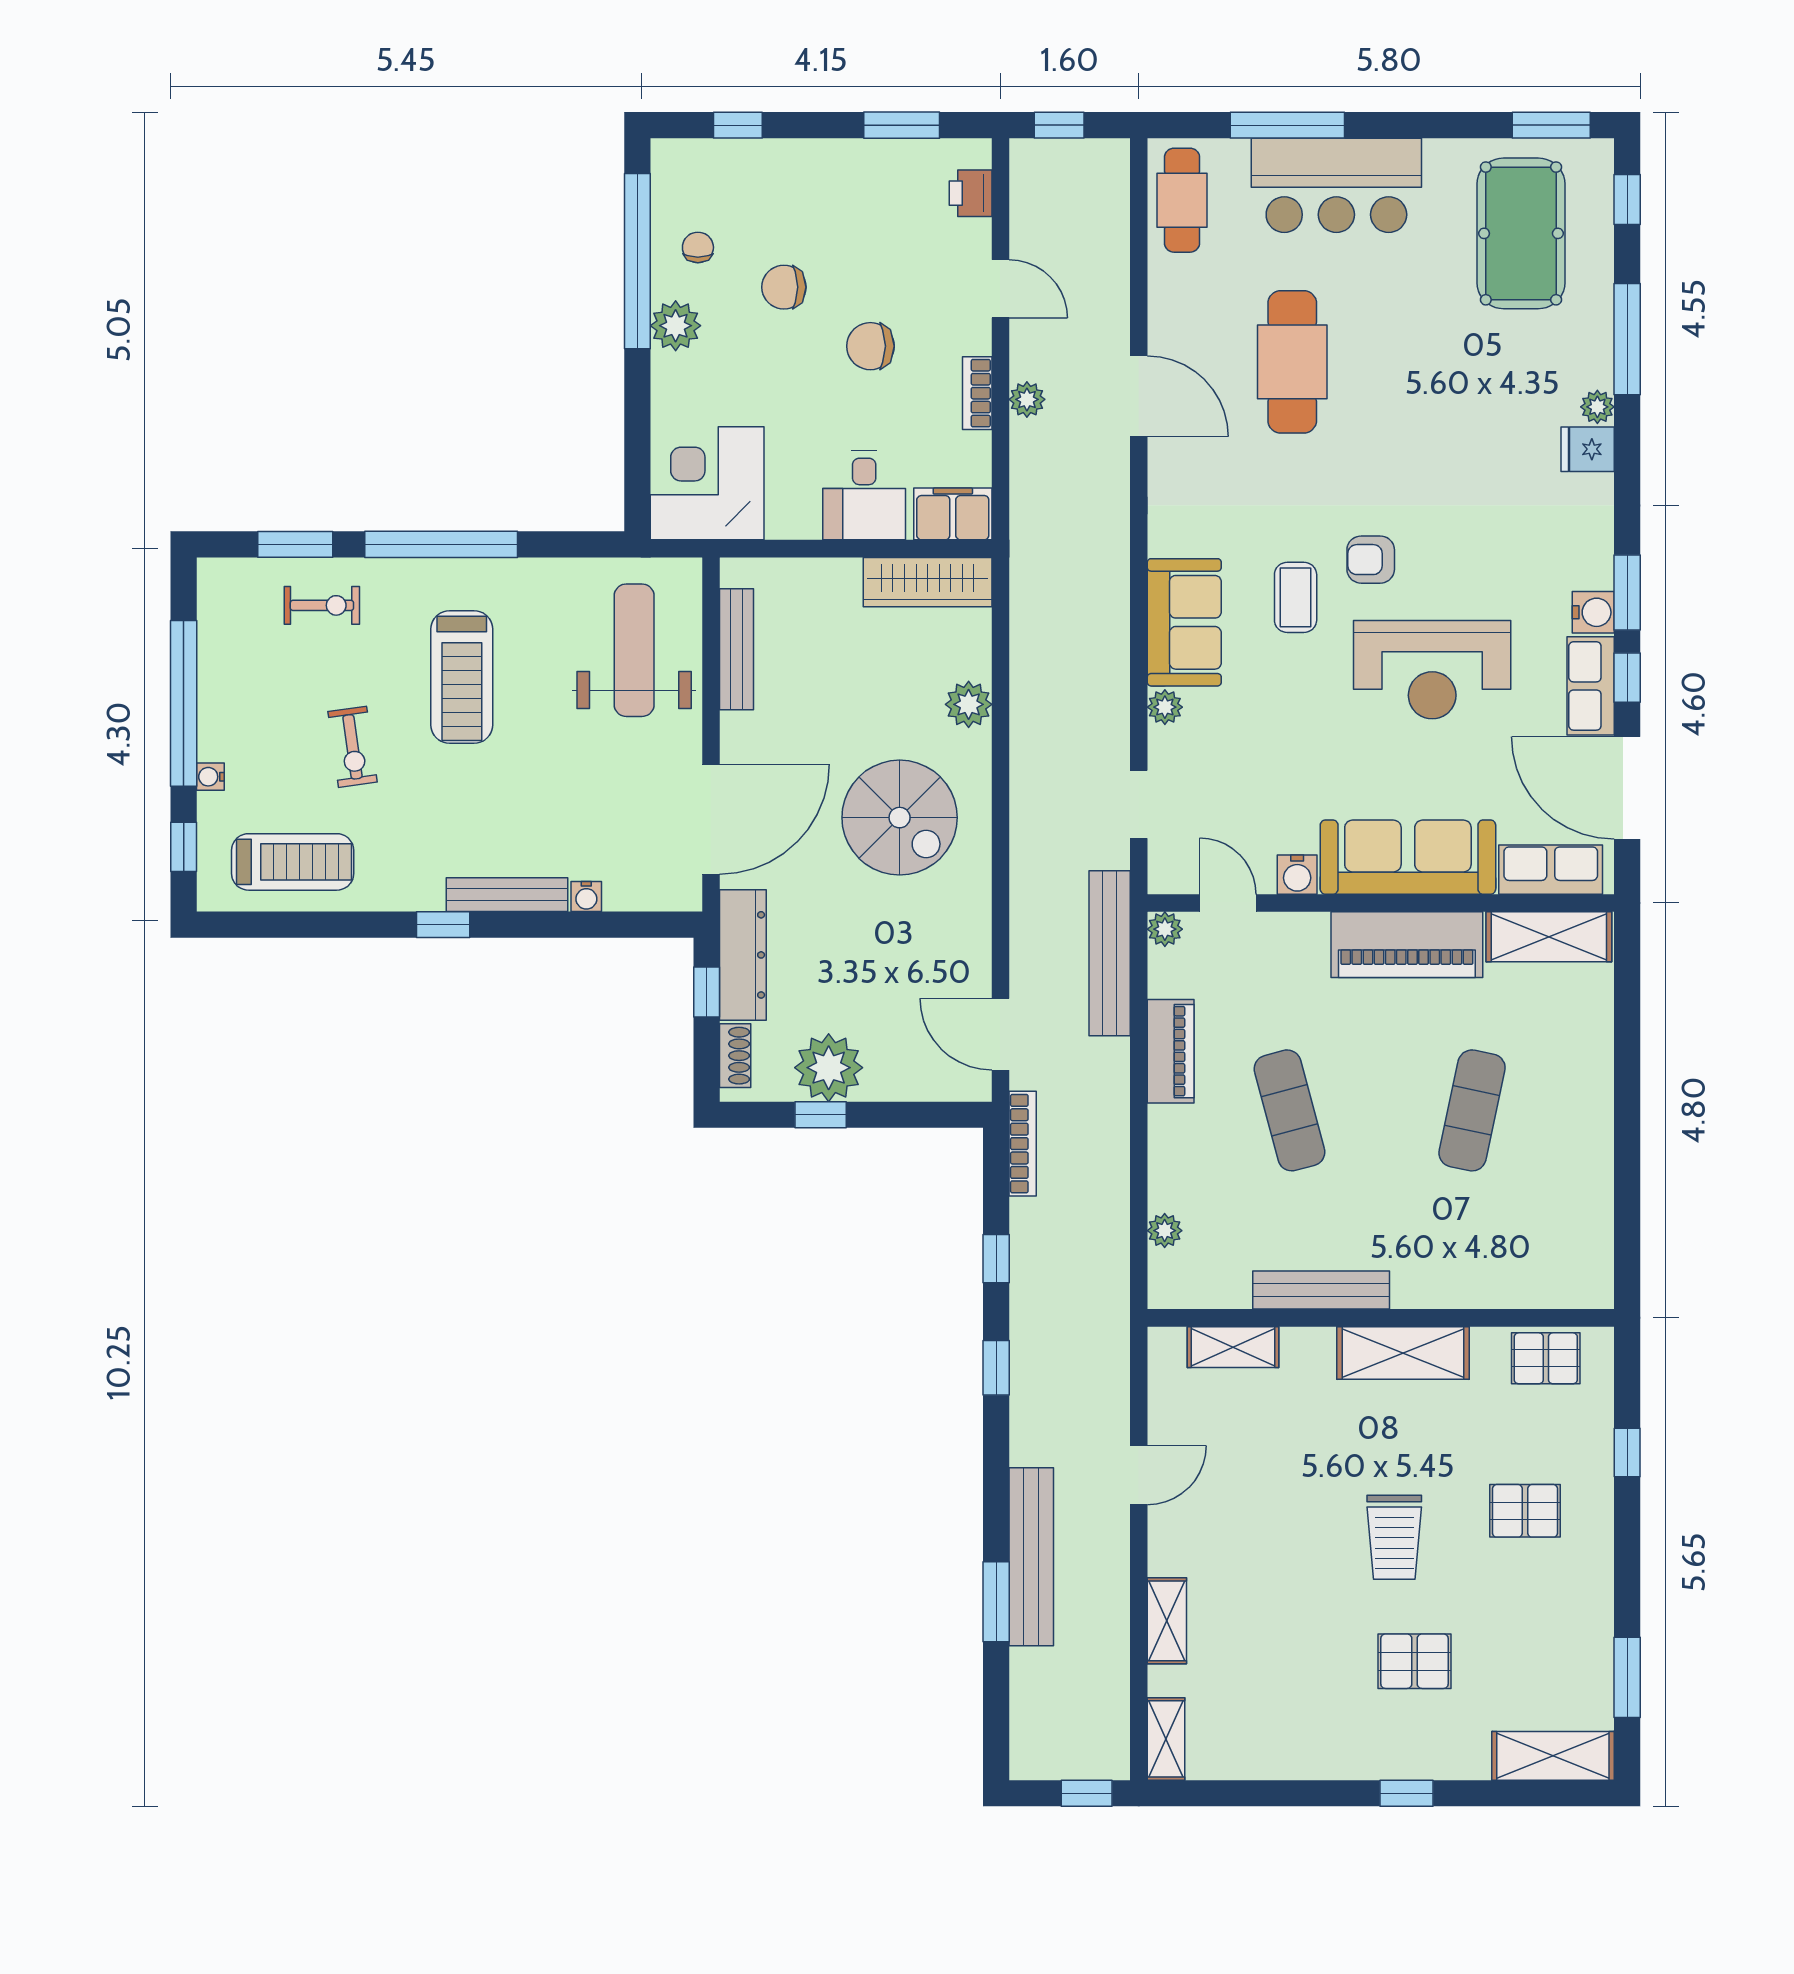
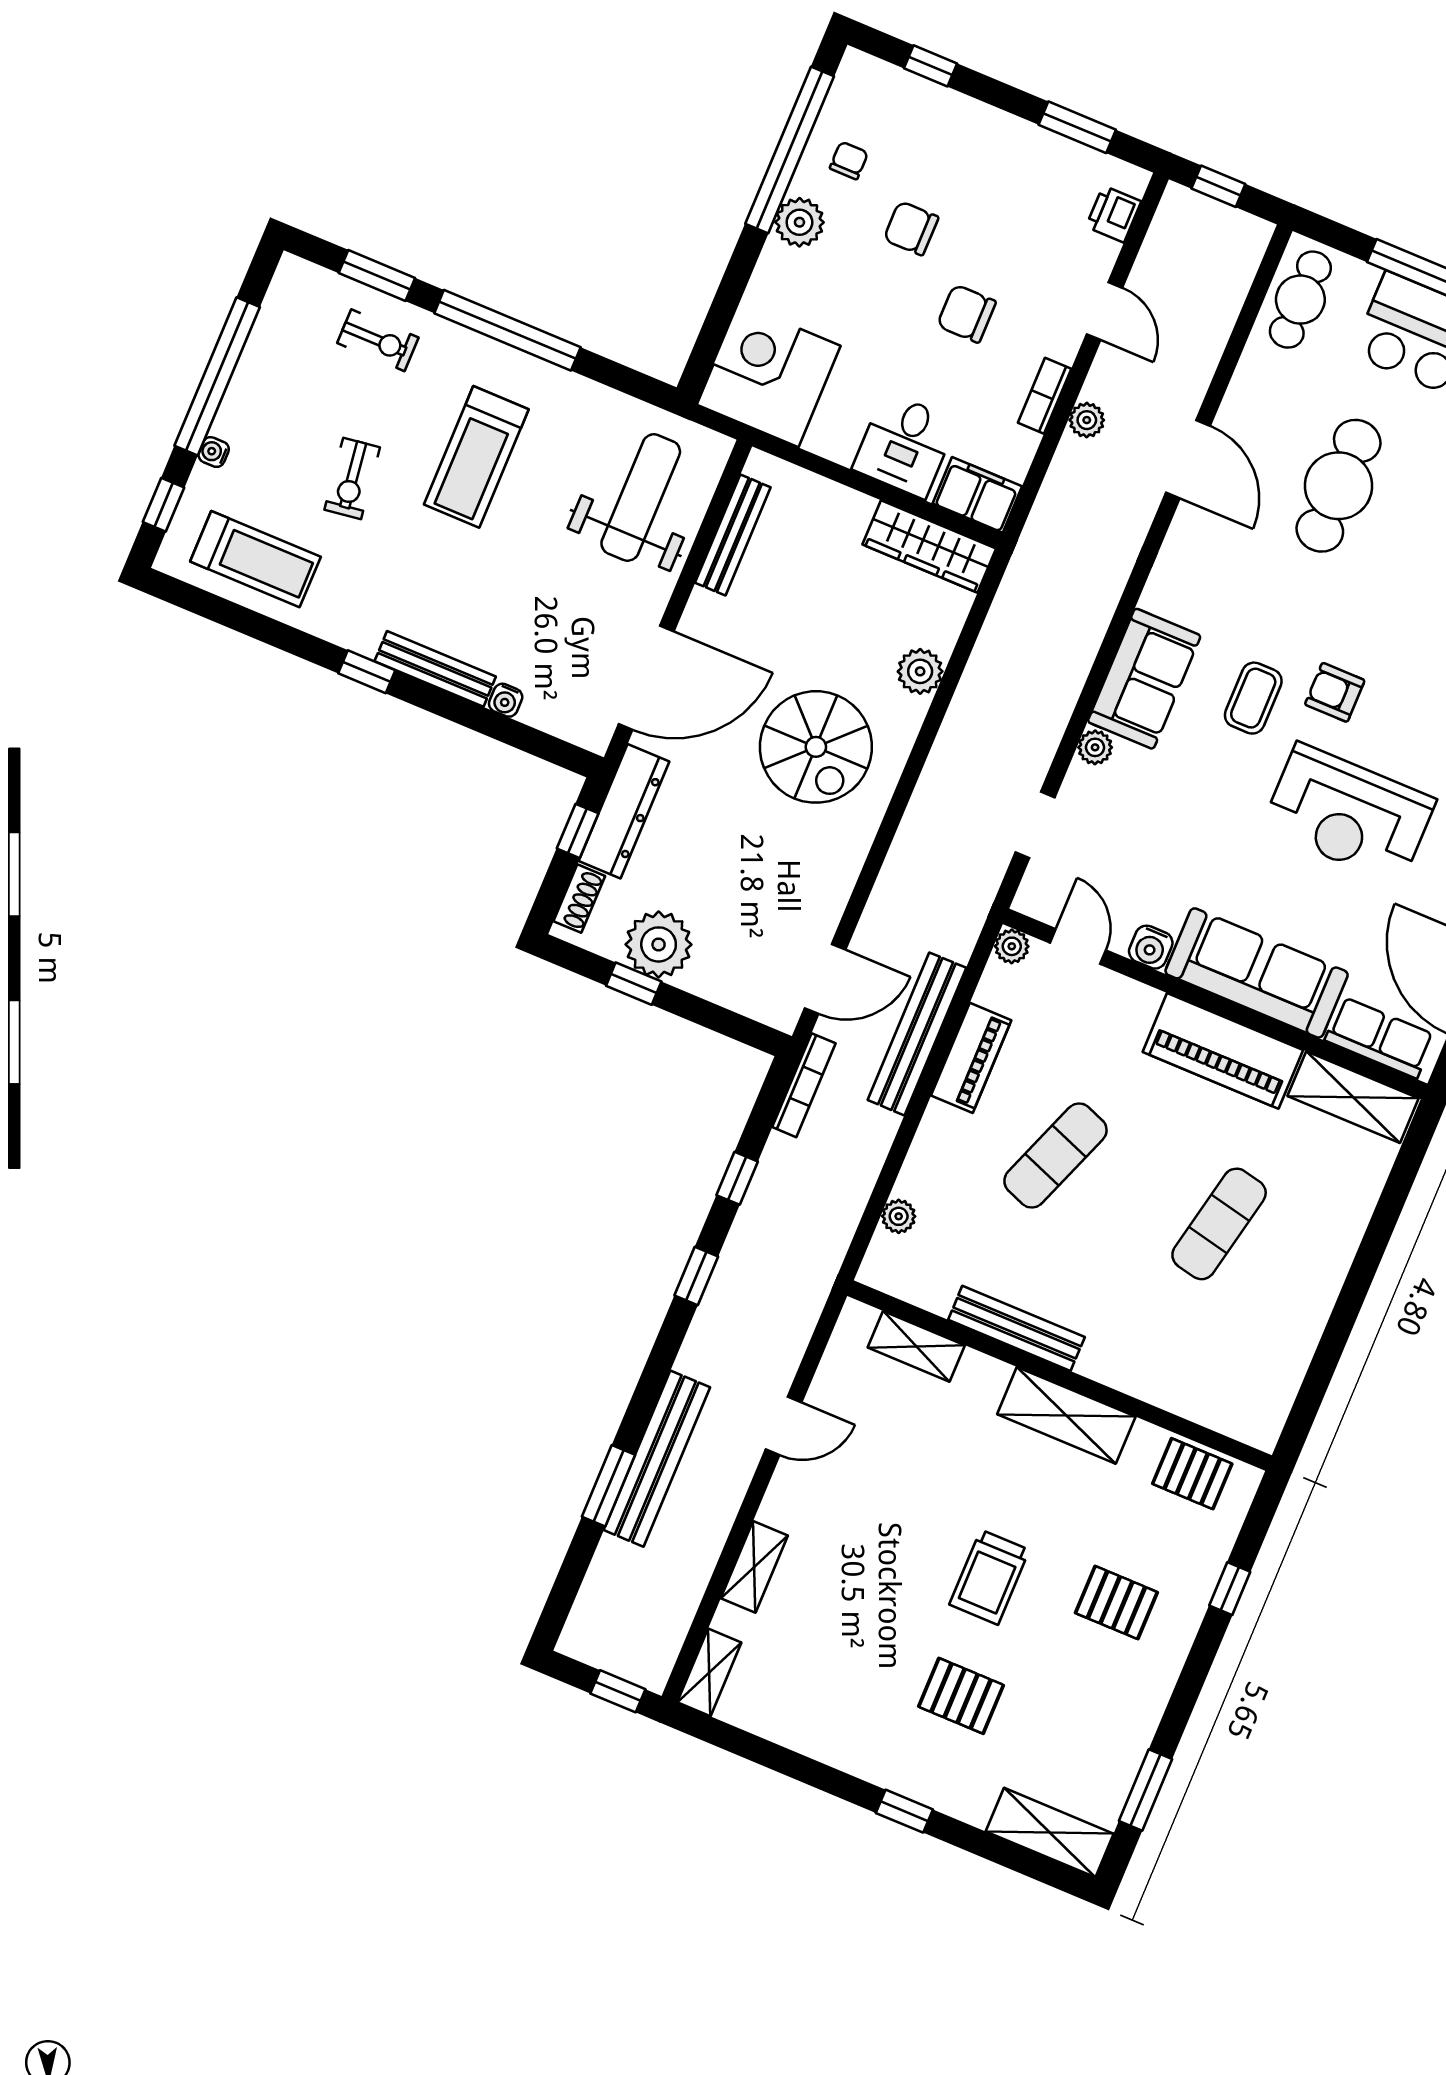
bench: (1110, 953) -> (917, 1034), moved
door: (1000, 1034) -> (825, 979), swing flipped
exercise mat: (1289, 1110) -> (1055, 1156), turned 36

